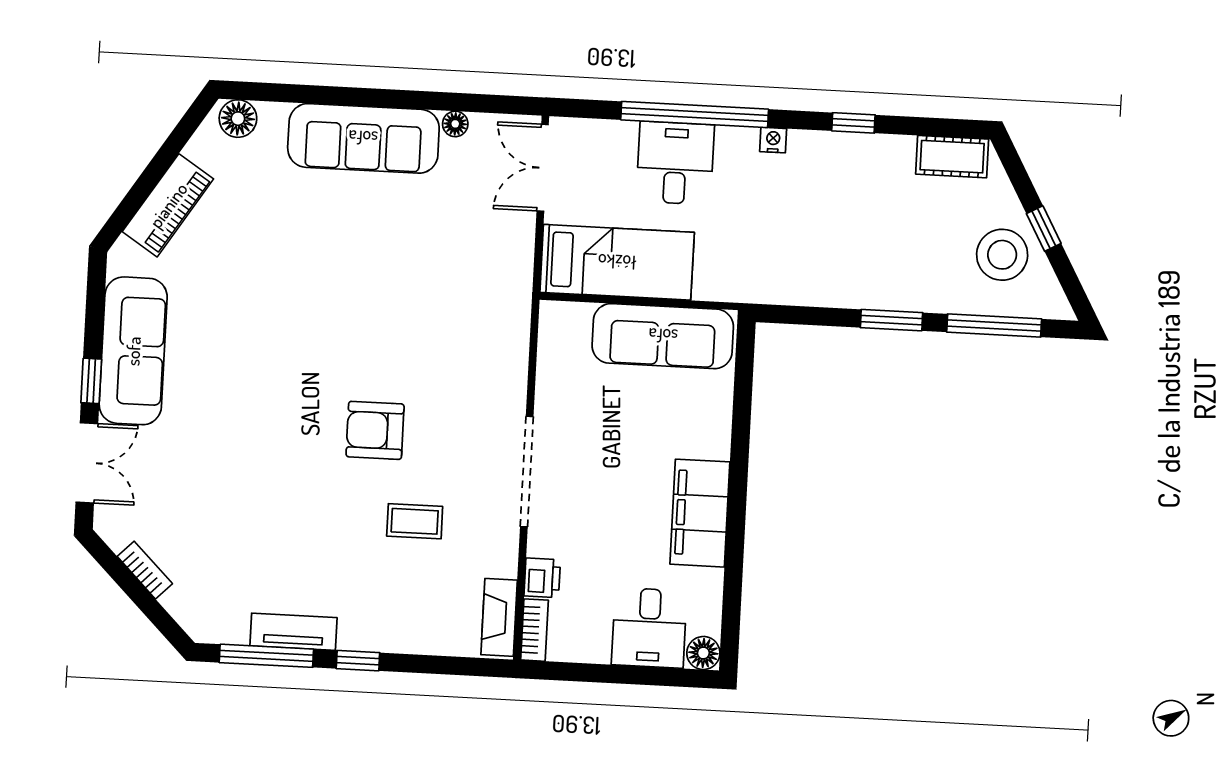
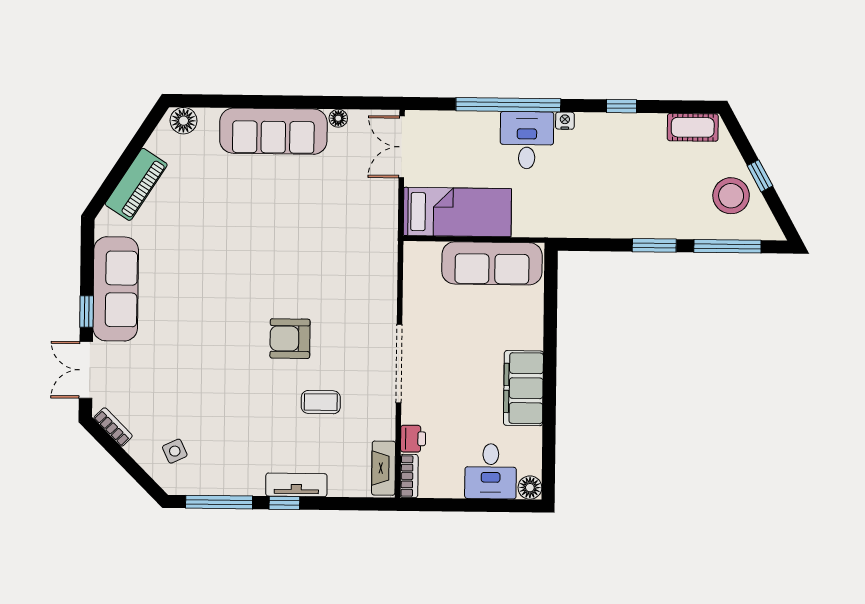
desk: (675, 163) -> (527, 140), moved
double door: (87, 463) -> (86, 370), swing flipped
bookcase: (145, 570) -> (113, 427), moved
side table: (207, 582) -> (175, 451), added
tv unit: (293, 632) -> (296, 485), moved

